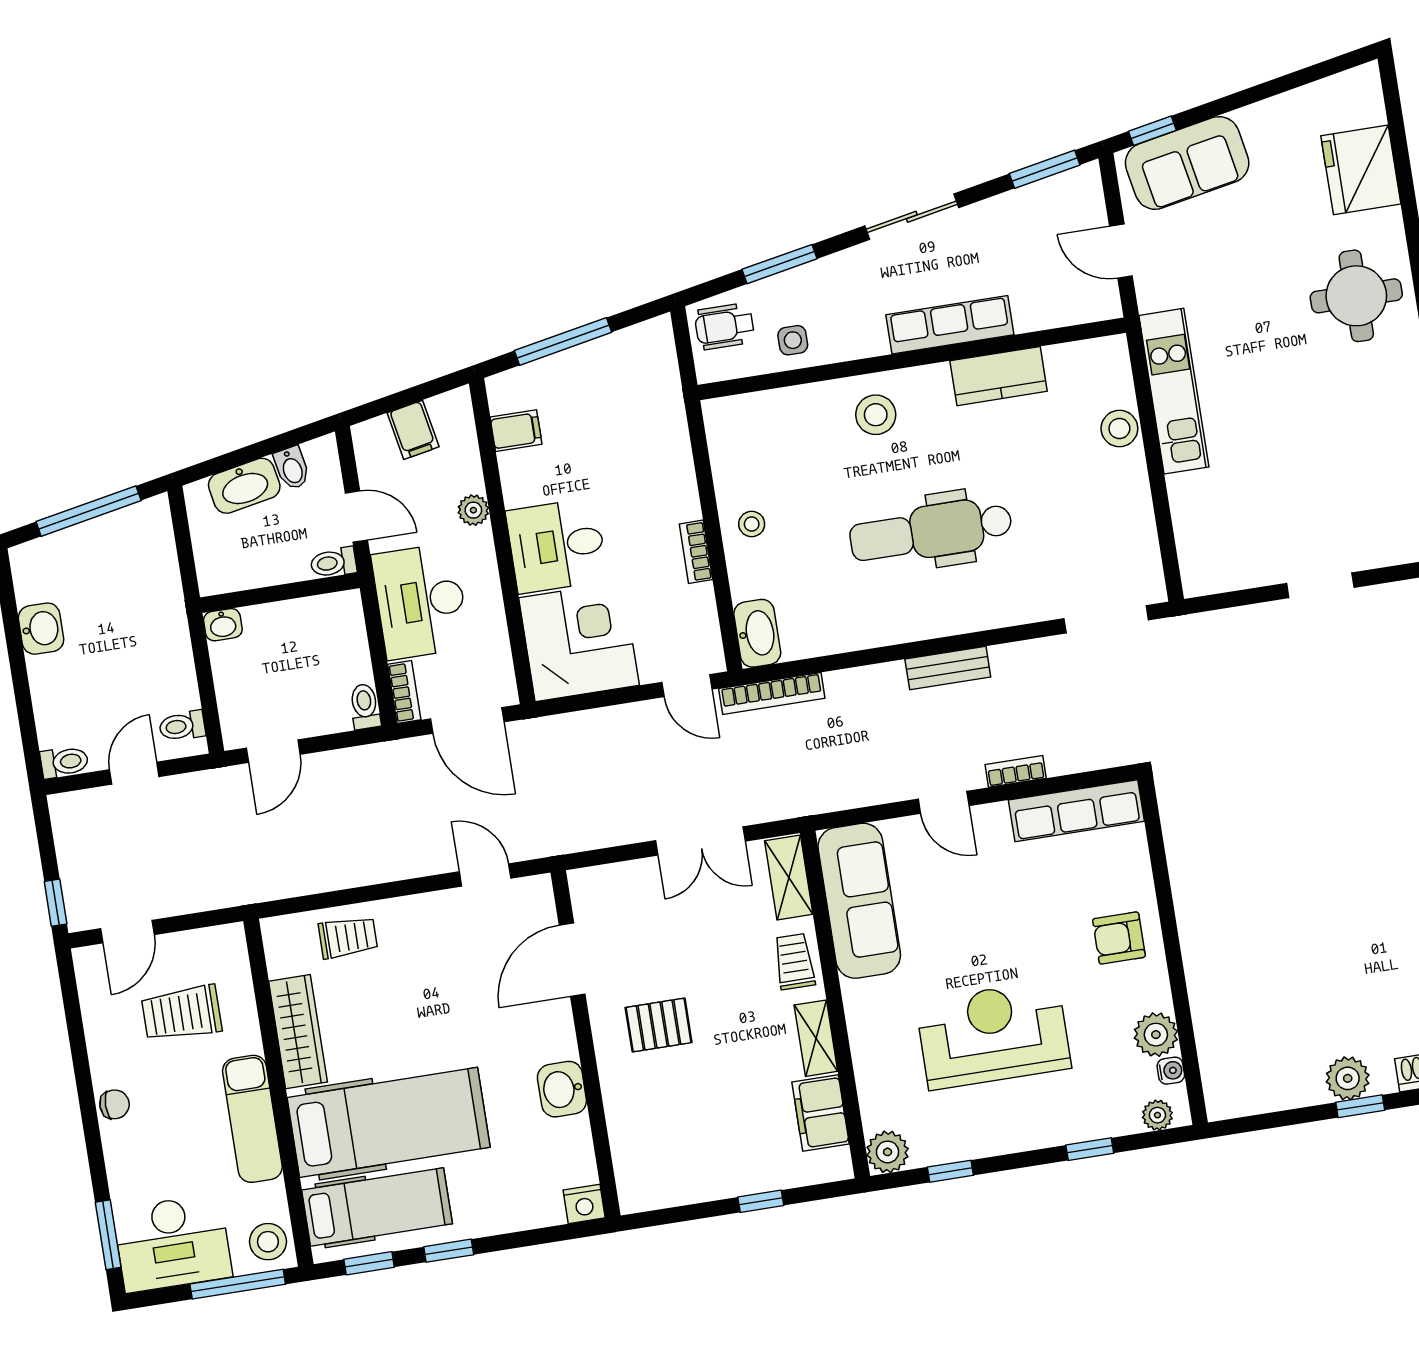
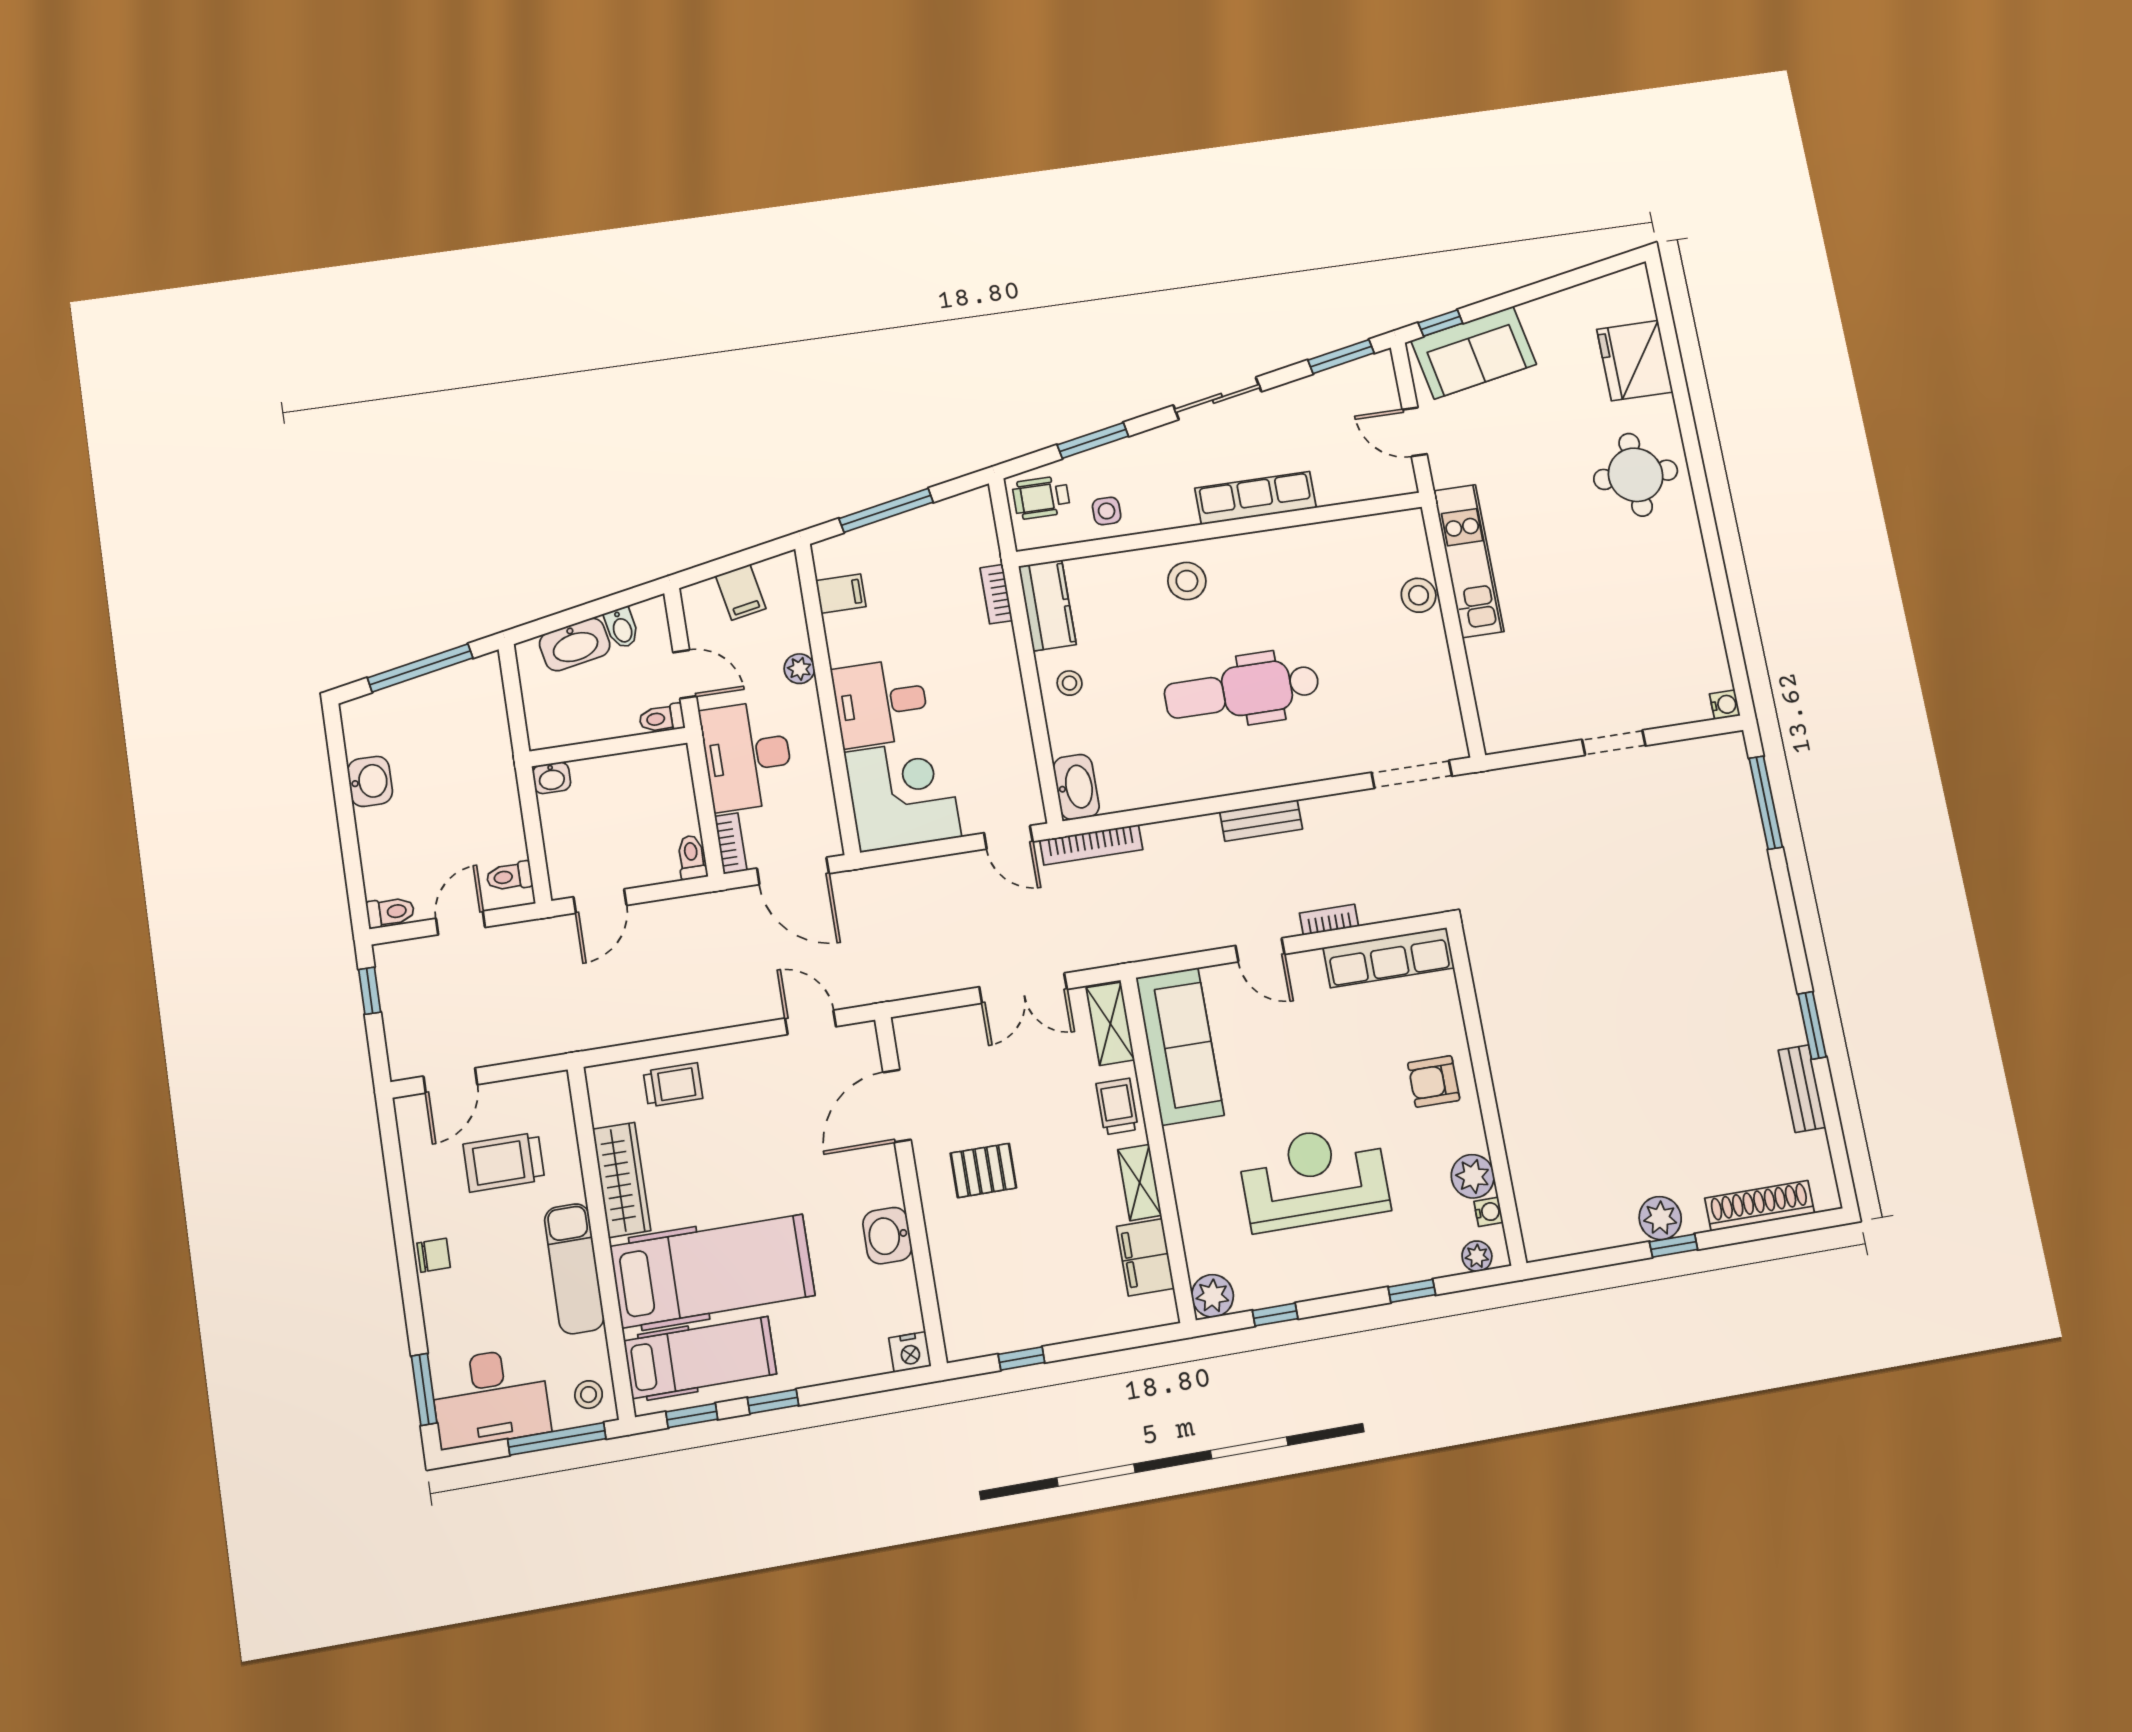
kitchen counter: (999, 376) -> (1047, 605), moved, turned -90
bookcase: (696, 552) -> (996, 594), moved
window: (56, 903) -> (370, 991), moved
window: (761, 1201) -> (1021, 1358), moved
stool: (268, 1242) -> (589, 1395), width x0.73, depth x0.73

